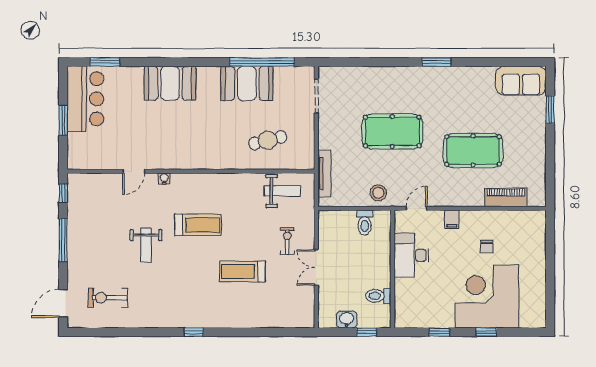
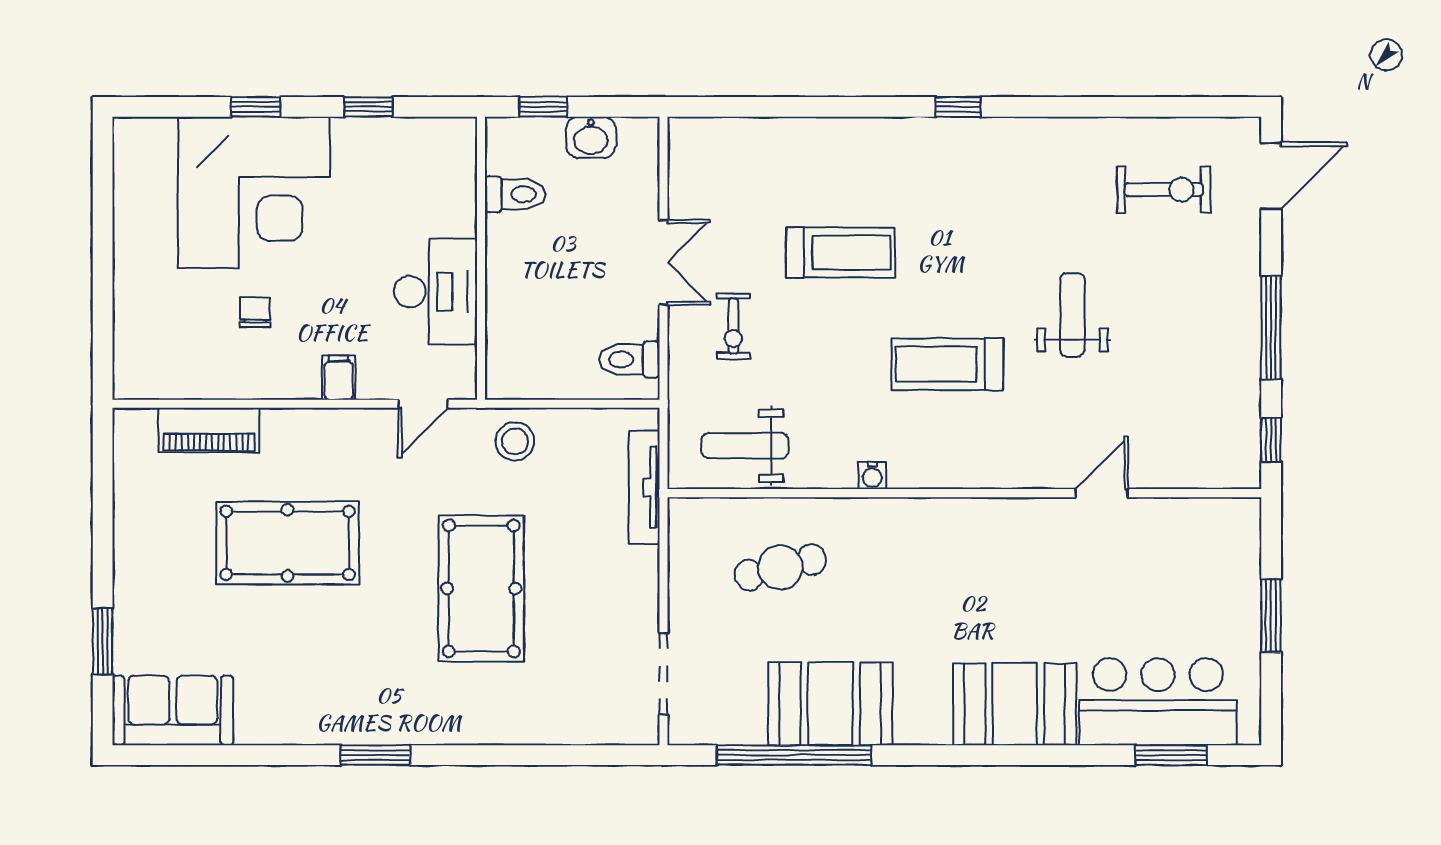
bar counter: (85, 99) -> (1158, 702), moved, turned 90
pool table: (392, 131) -> (481, 588), turned 90
water cooler: (164, 179) -> (872, 476), moved
toilet: (365, 223) -> (630, 359), moved, turned -90

